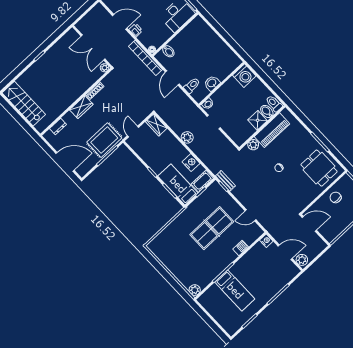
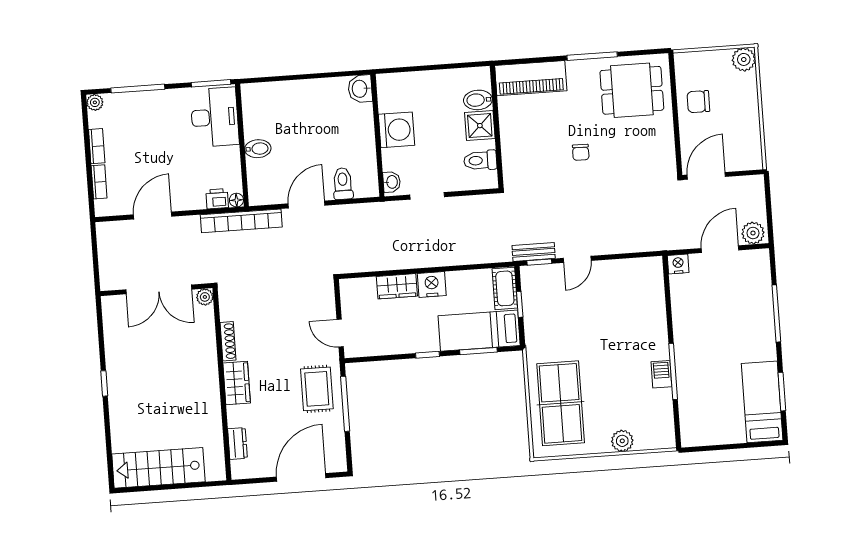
printer: (136, 30) -> (217, 199), moved
bidet: (168, 51) -> (258, 149), moved
washing machine: (244, 76) -> (397, 130), moved
door: (172, 78) -> (307, 204), swing flipped
washbasin: (212, 83) -> (360, 89), moved
toilet: (274, 103) -> (480, 160), moved
wardrobe: (156, 125) -> (397, 286), moved
piano: (272, 130) -> (531, 78), moved, turned 90
plant: (187, 137) -> (418, 257), removed
rug: (104, 140) -> (317, 389), width x0.73, depth x0.70
plant: (253, 145) -> (512, 163), removed
nightstand: (191, 163) -> (432, 284), moved
door: (251, 215) -> (577, 259), moved
table tennis table: (212, 228) -> (561, 403), moved
barbecue: (241, 248) -> (661, 374), moved
plant: (195, 290) -> (622, 441), moved
bed: (235, 291) -> (762, 402), moved, turned -90

